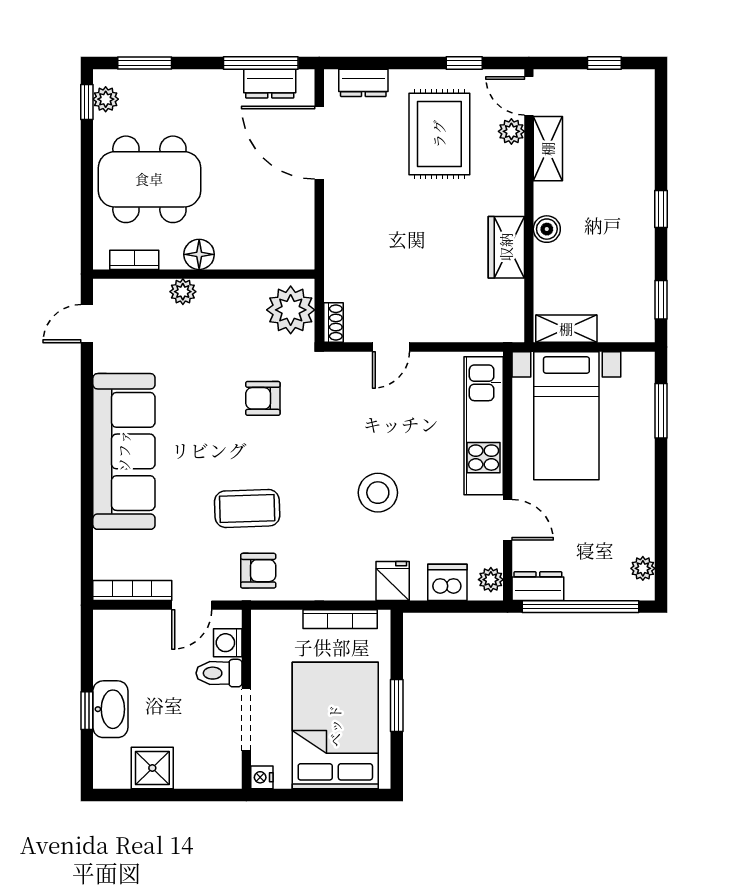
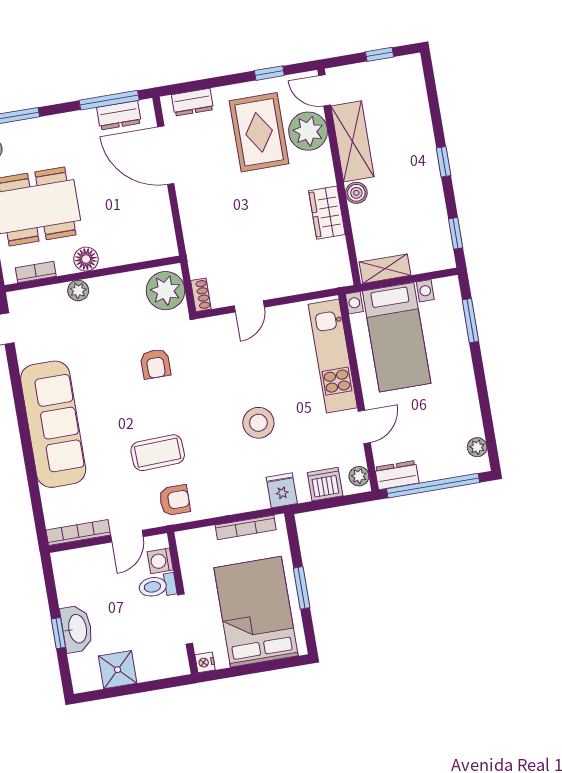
plant: (511, 131) -> (308, 131), width x1.88, depth x1.88
shelving: (548, 149) -> (353, 141), width x1.50, depth x1.33
armchair: (263, 398) -> (155, 364), turned -90
door: (508, 520) -> (364, 427), hinge flipped

